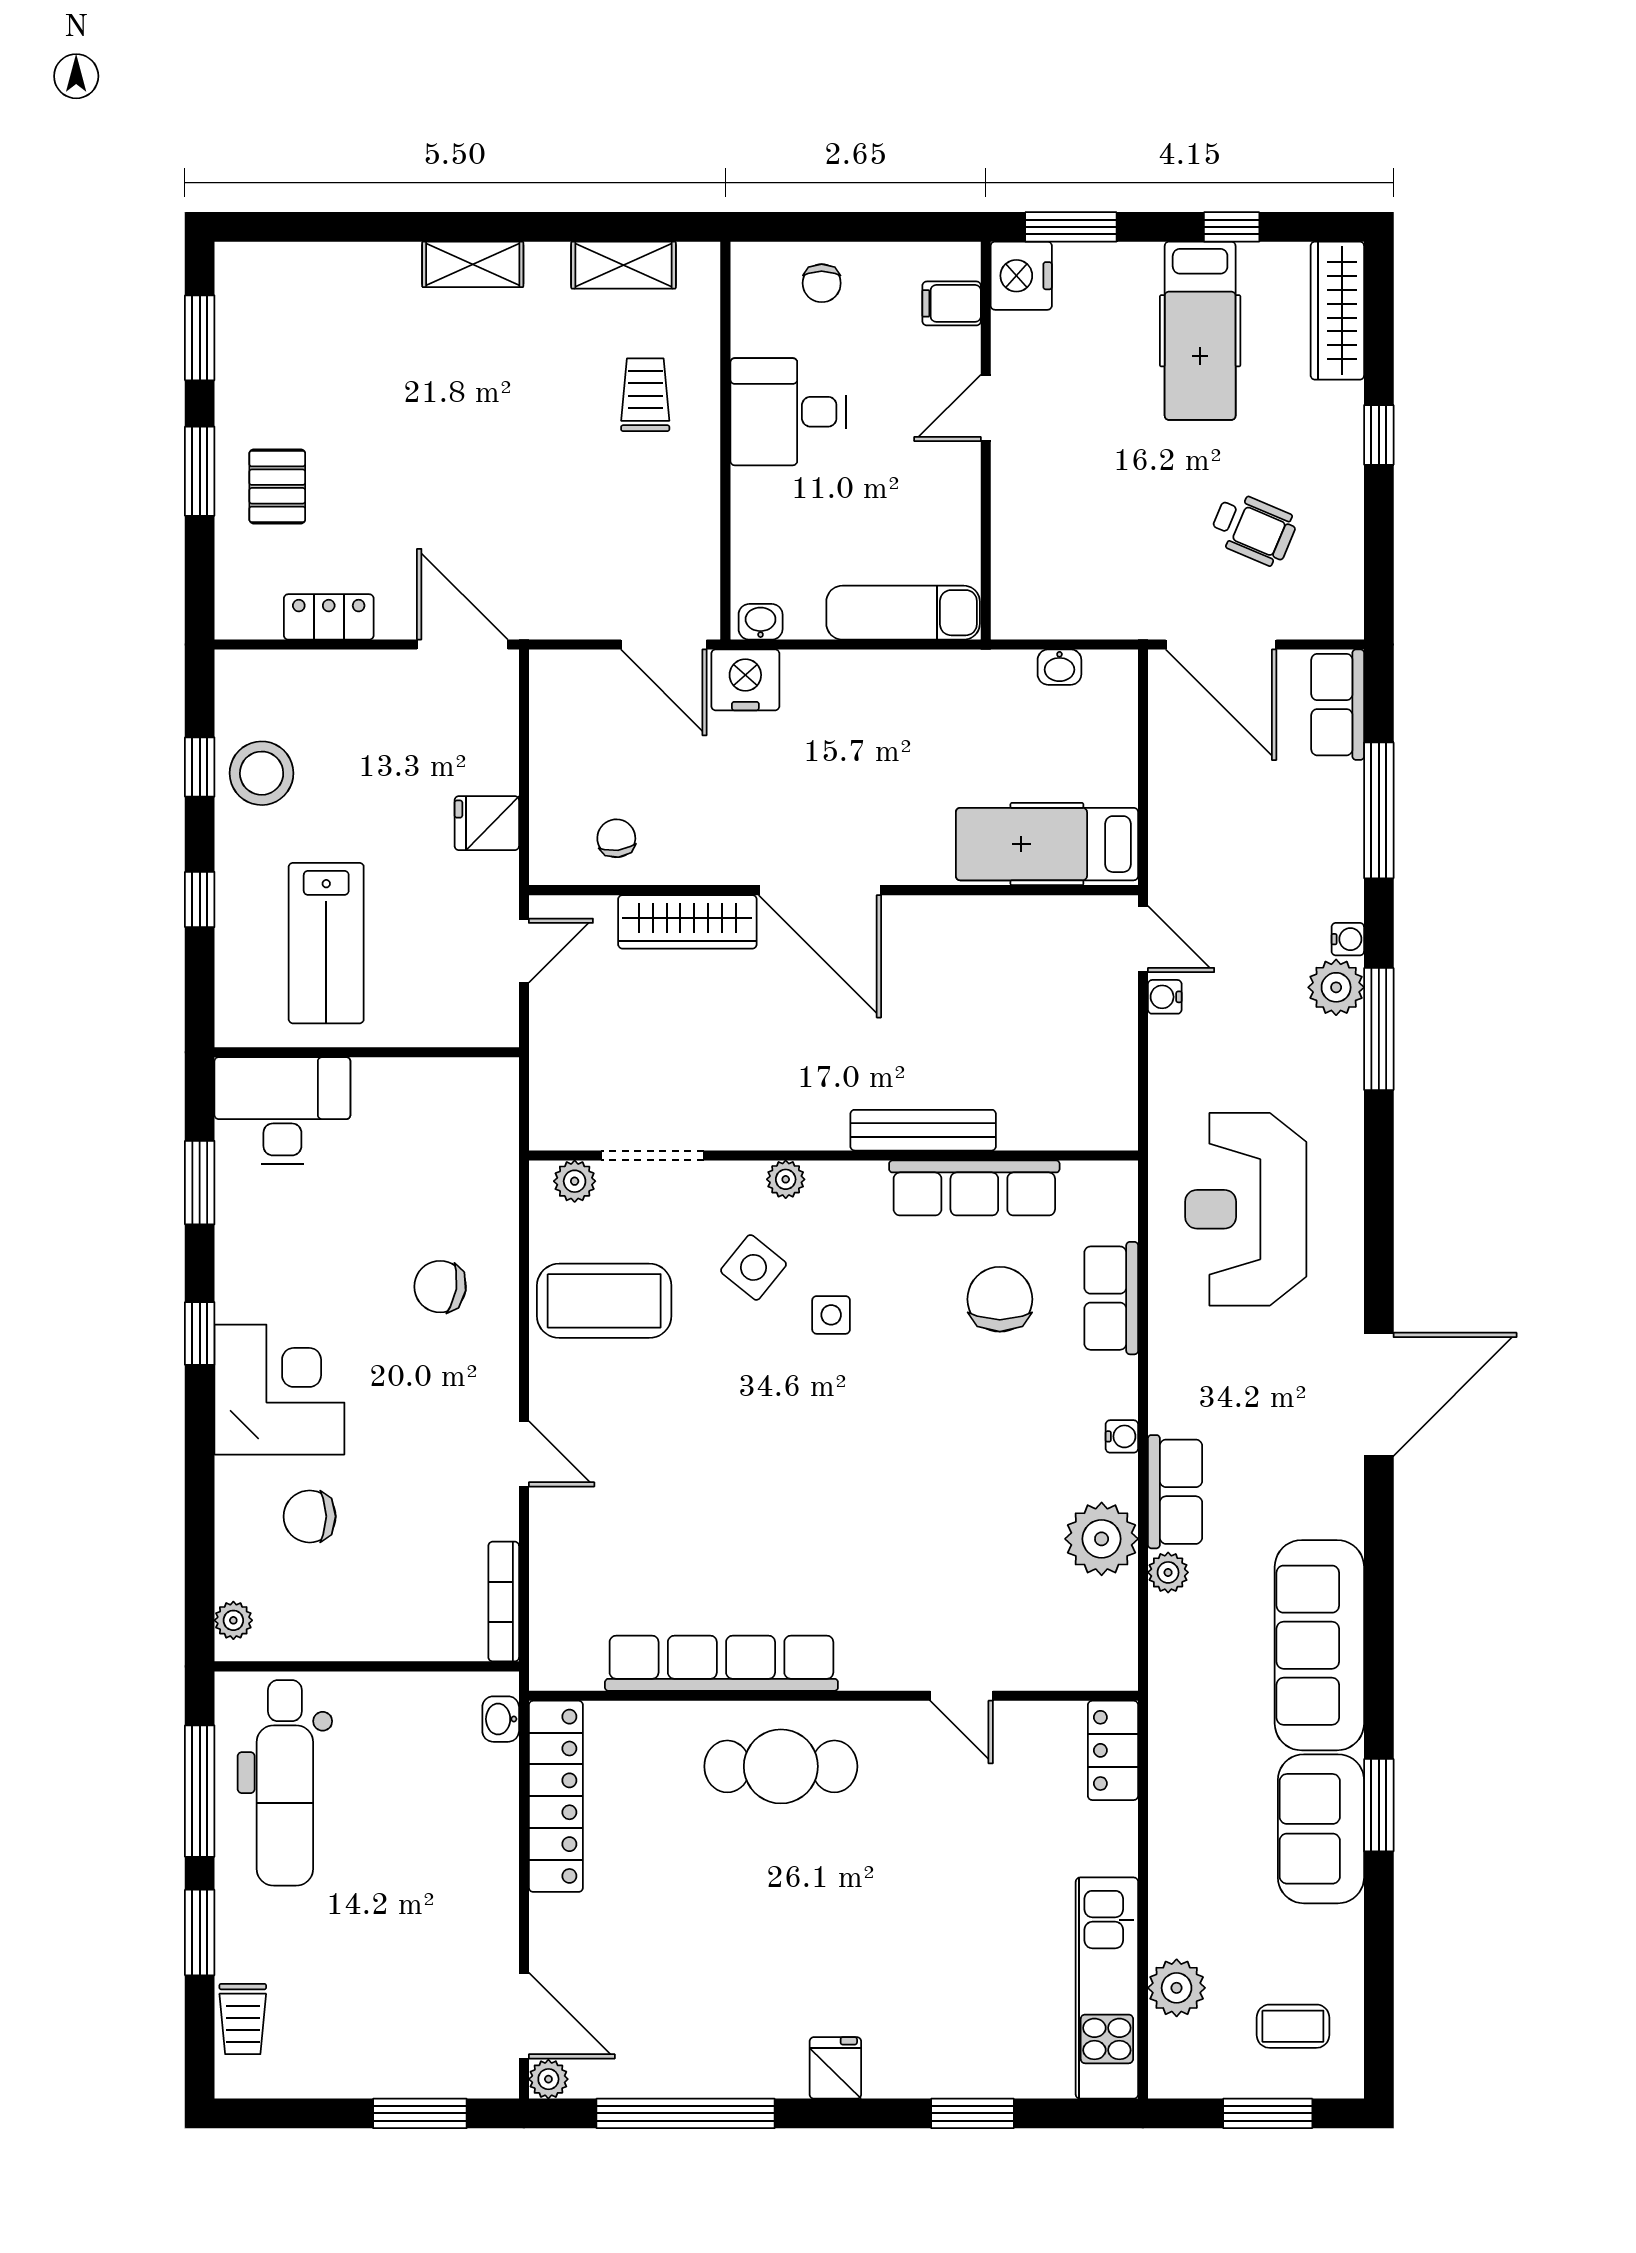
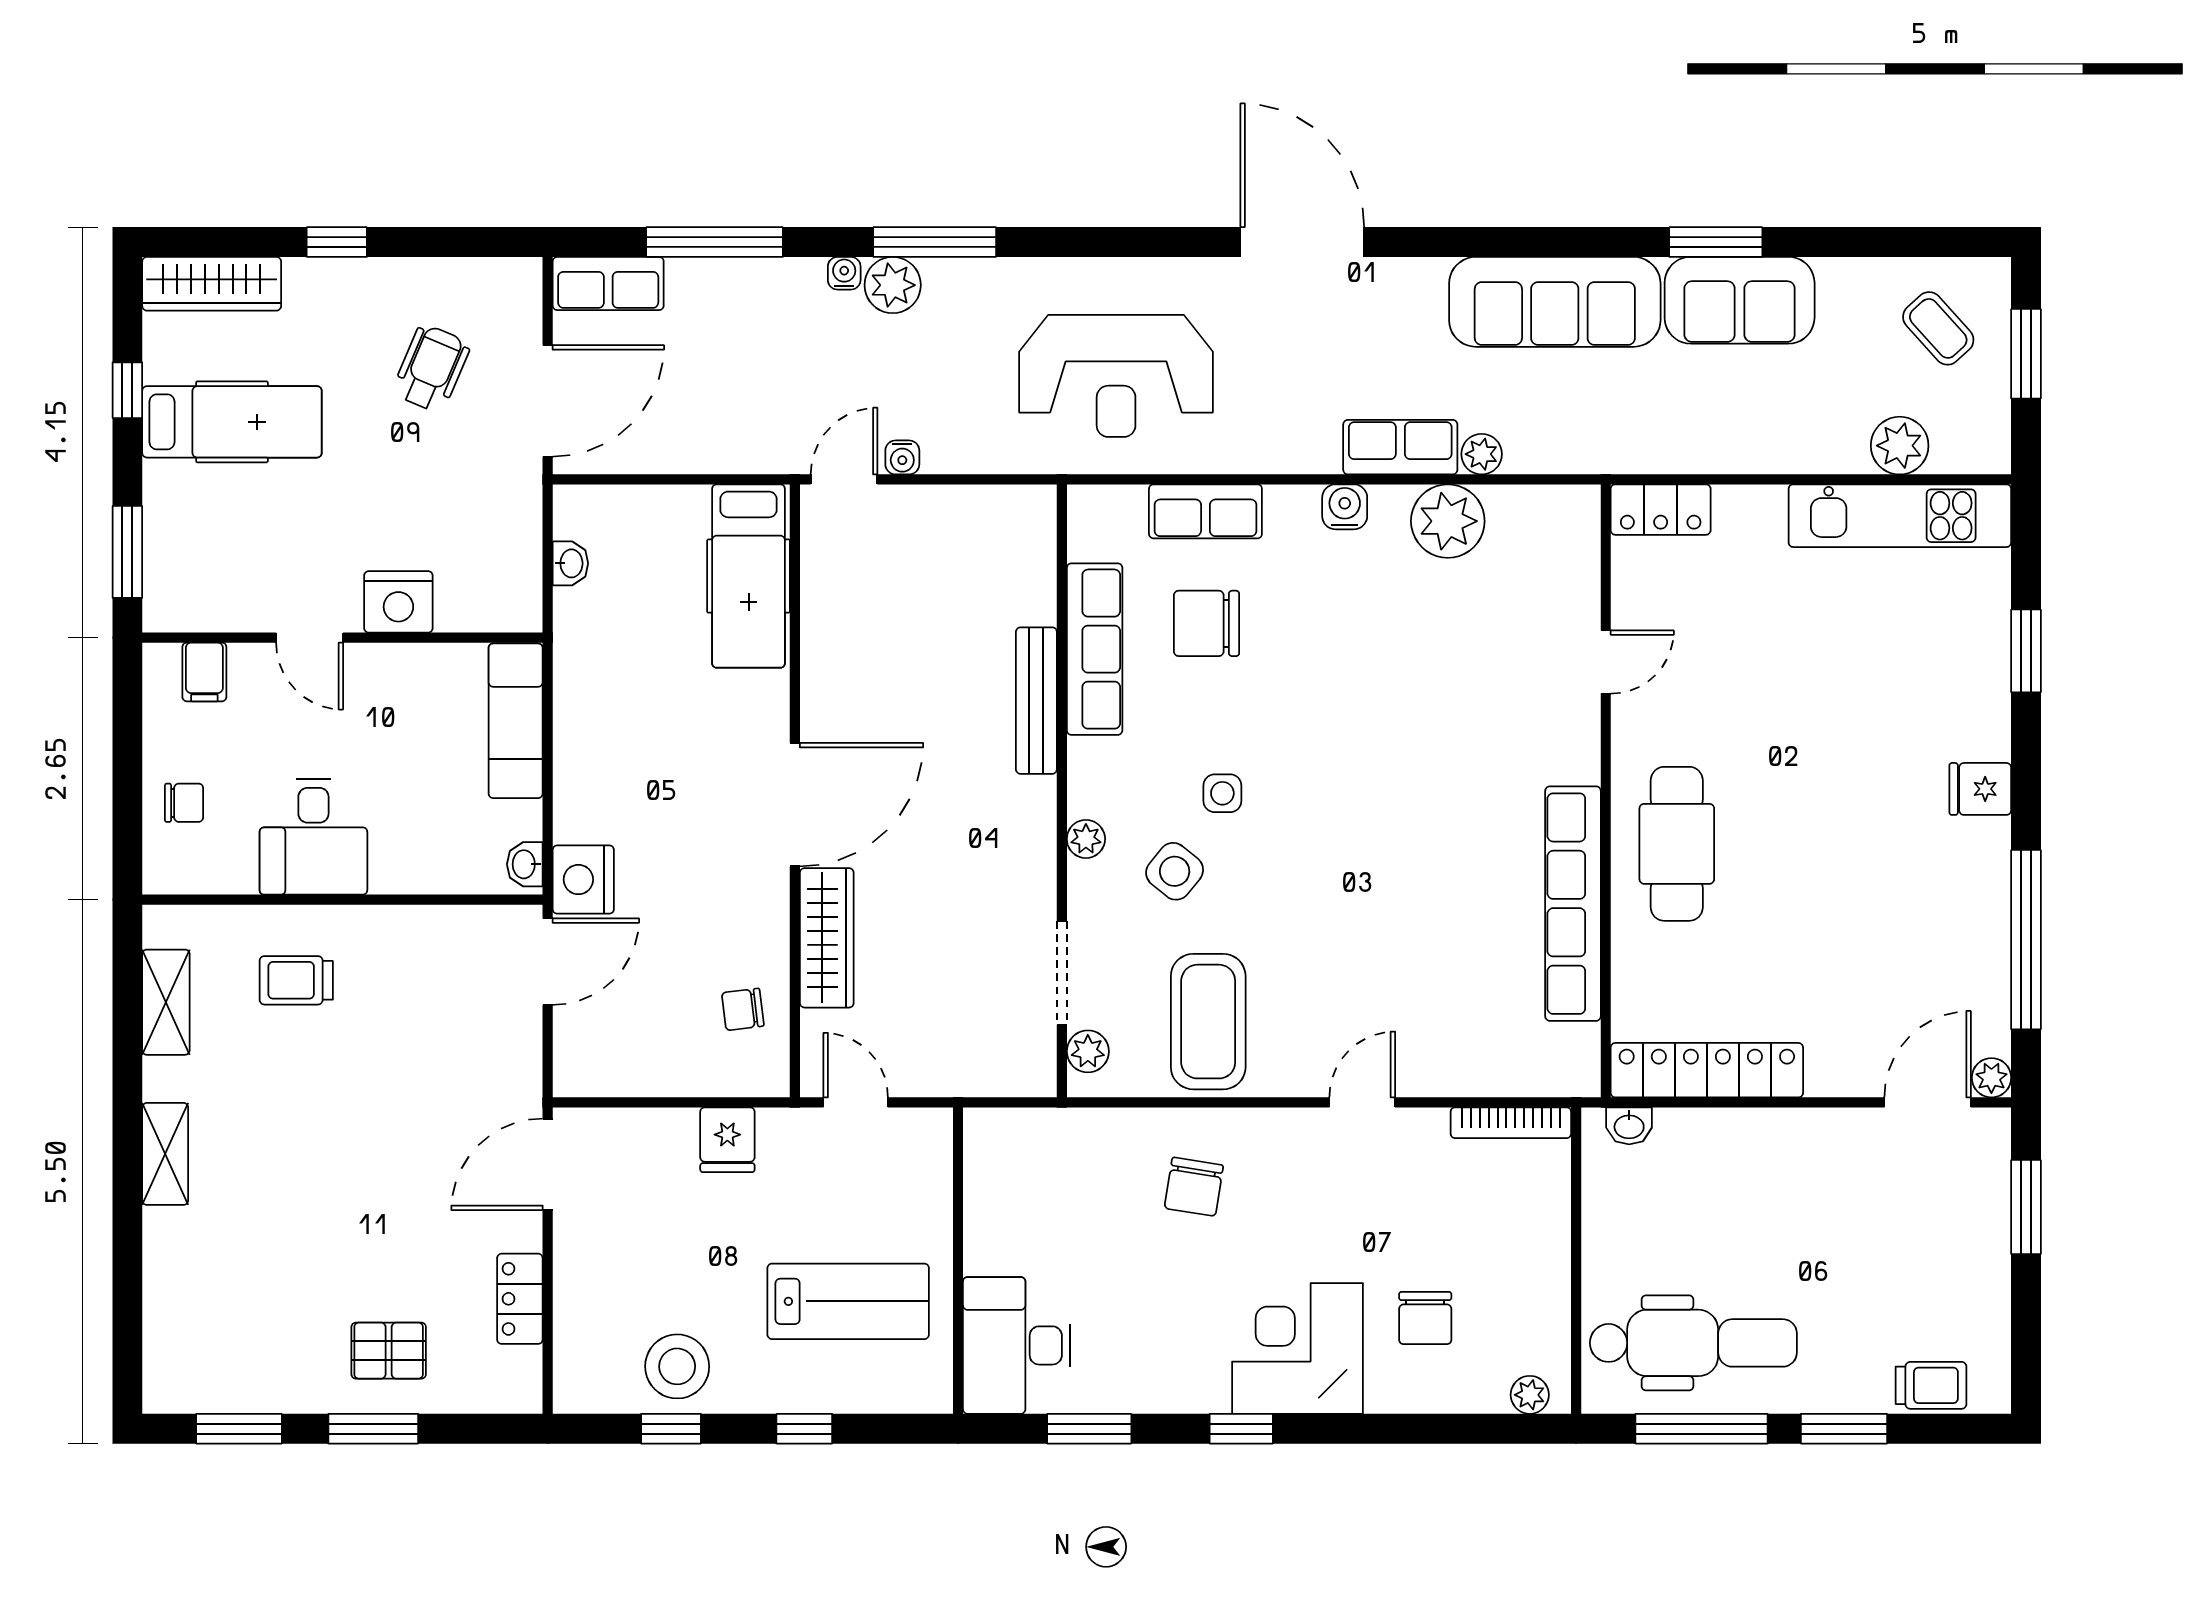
nightstand: (1021, 276) -> (398, 602), moved
water cooler: (1122, 1436) -> (1345, 507), width x1.38, depth x1.38
coffee table: (1293, 2026) -> (1938, 328), turned -42

